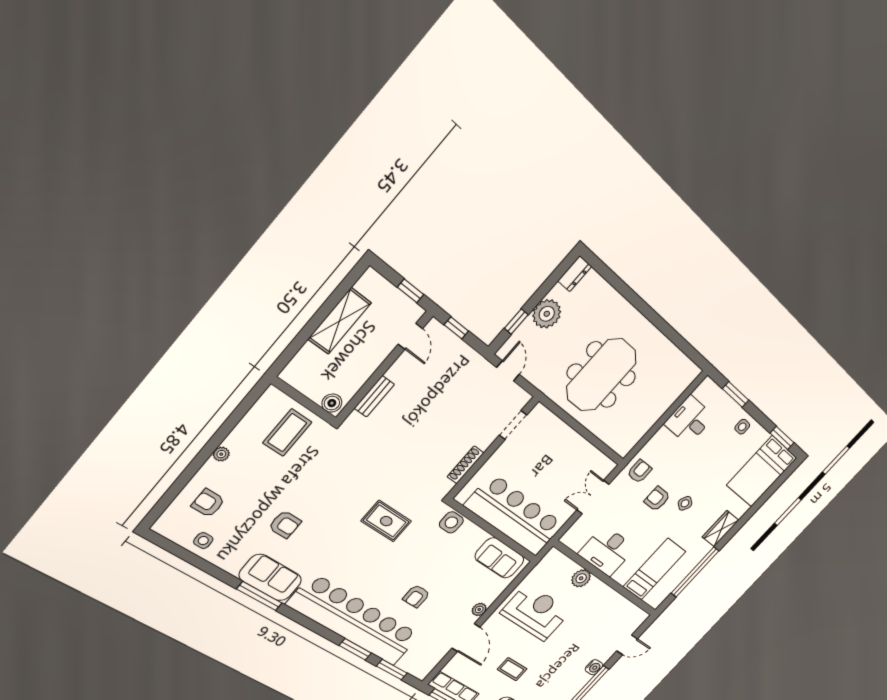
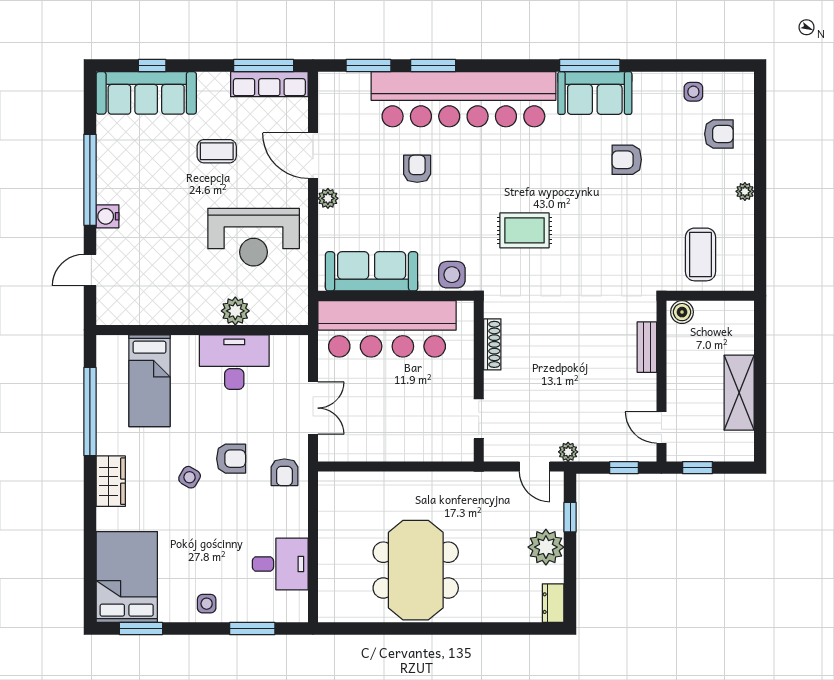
plant: (481, 365) -> (568, 452), added
meeting table: (601, 375) -> (416, 570), moved
sofa: (500, 558) -> (372, 271), width x1.36

